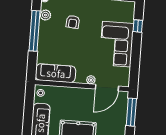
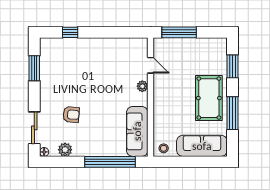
window: (35, 31) -> (110, 162), moved
corner sofa: (117, 44) -> (95, 57), removed
door: (107, 88) -> (151, 65), width x0.53

